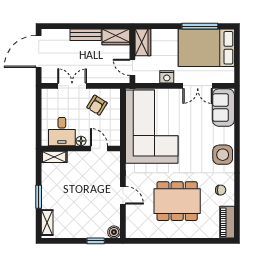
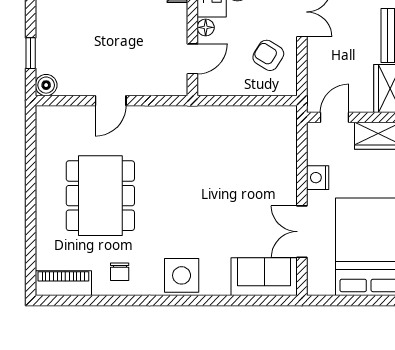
corner sofa: (152, 127) -> (231, 151), removed

